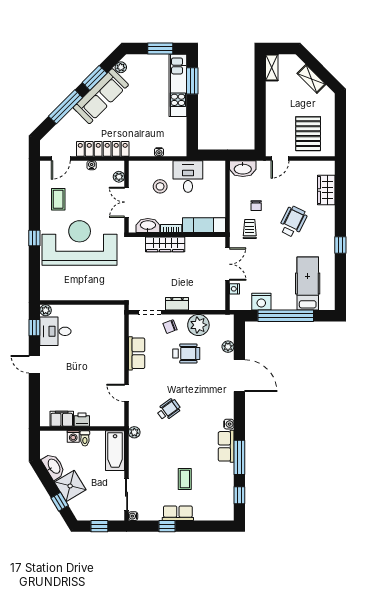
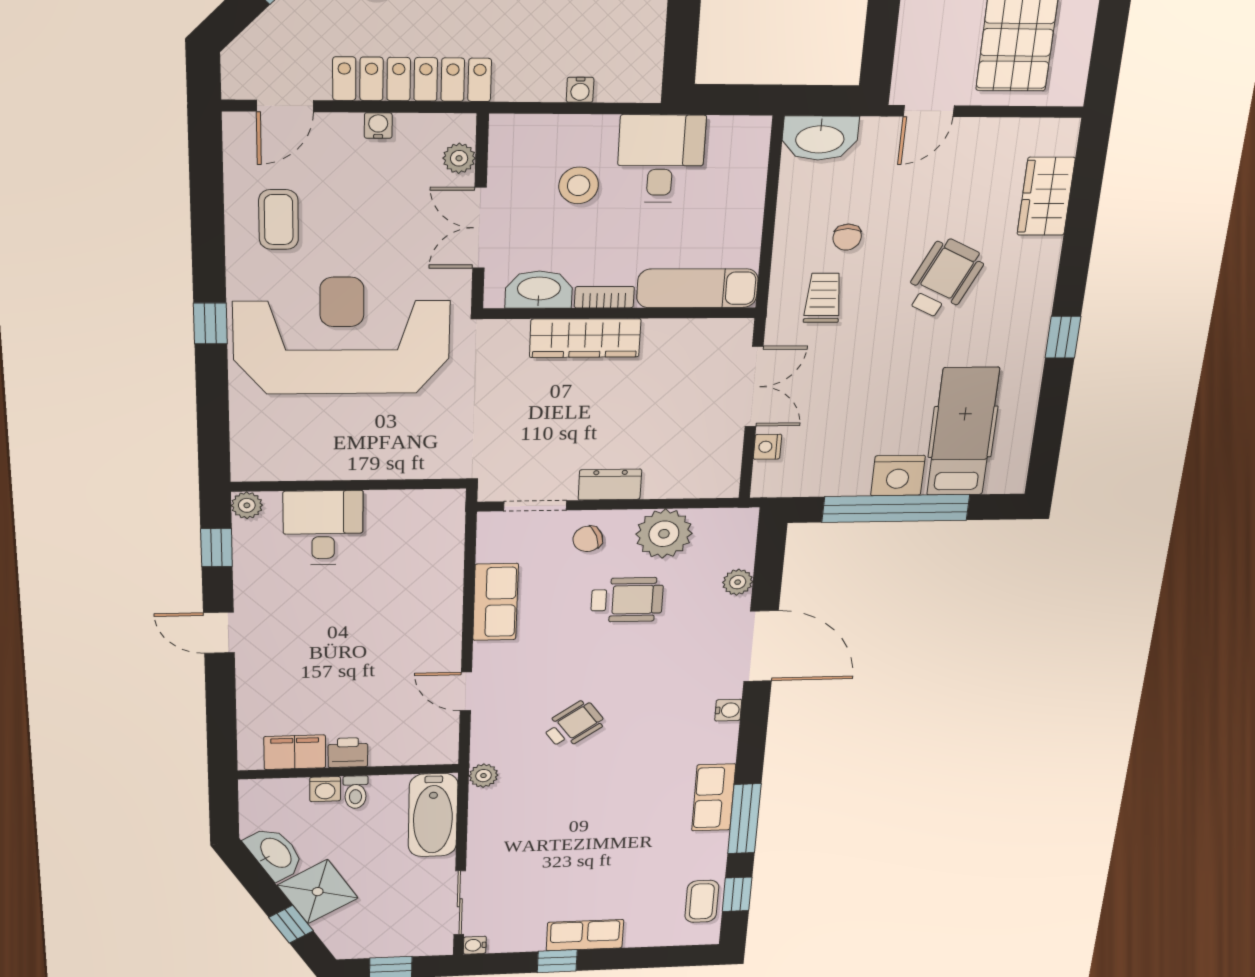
nightstand: (261, 302) -> (898, 476), moved
desk: (55, 331) -> (323, 528), moved, turned 90
water cooler: (229, 424) -> (728, 710), moved
coffee table: (185, 479) -> (702, 901), moved

